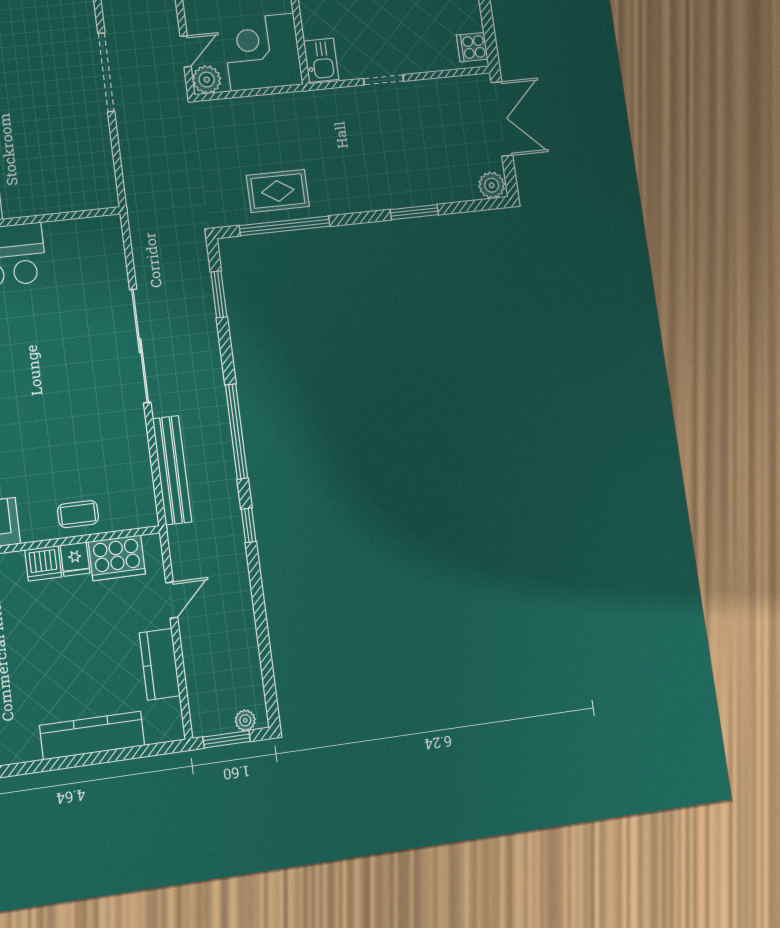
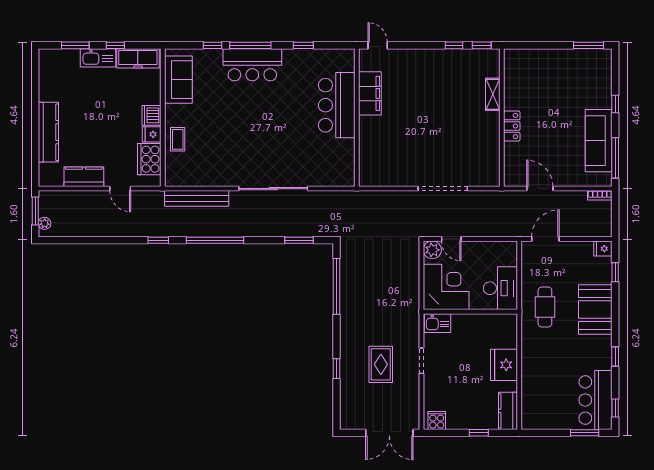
plant: (492, 185) -> (348, 420), removed
rug: (278, 191) -> (381, 364), moved
window: (414, 212) -> (337, 369), width x0.67

